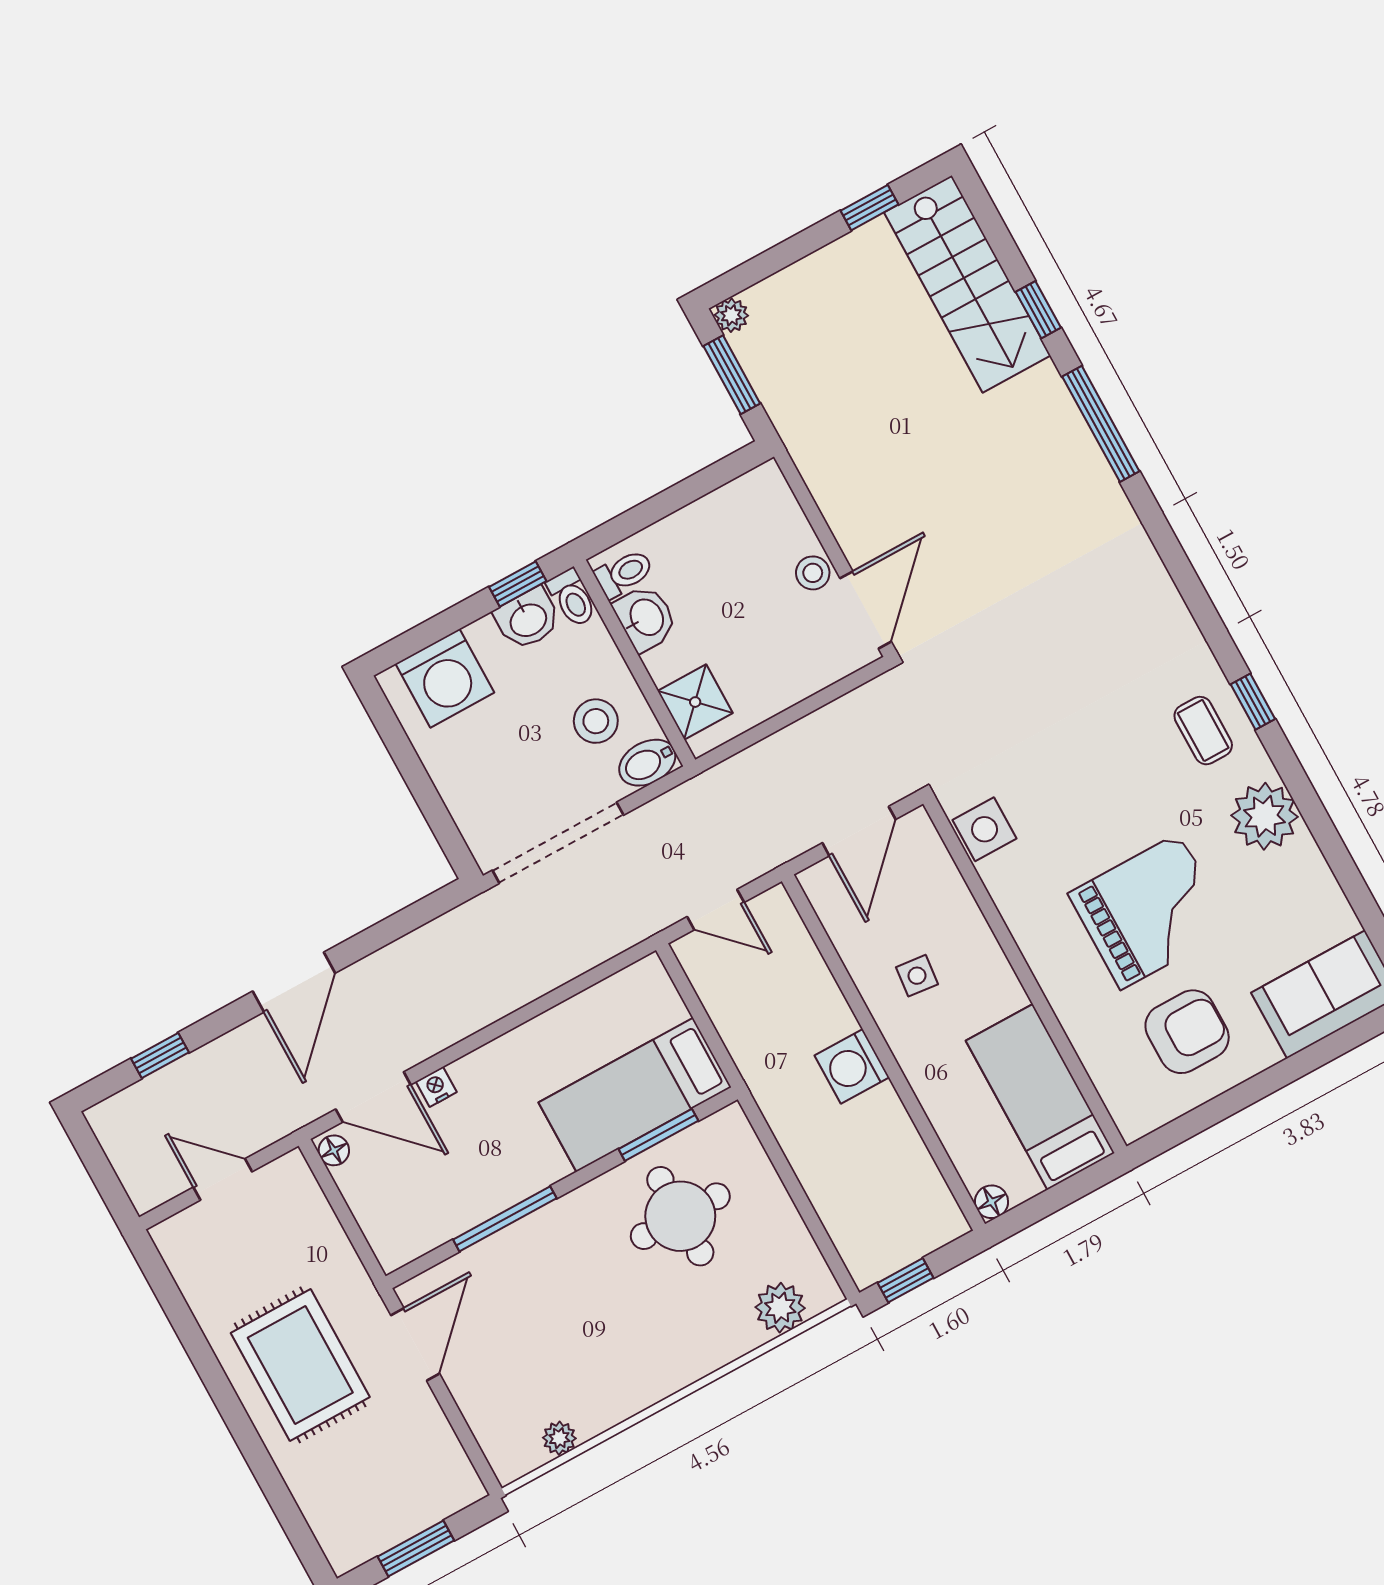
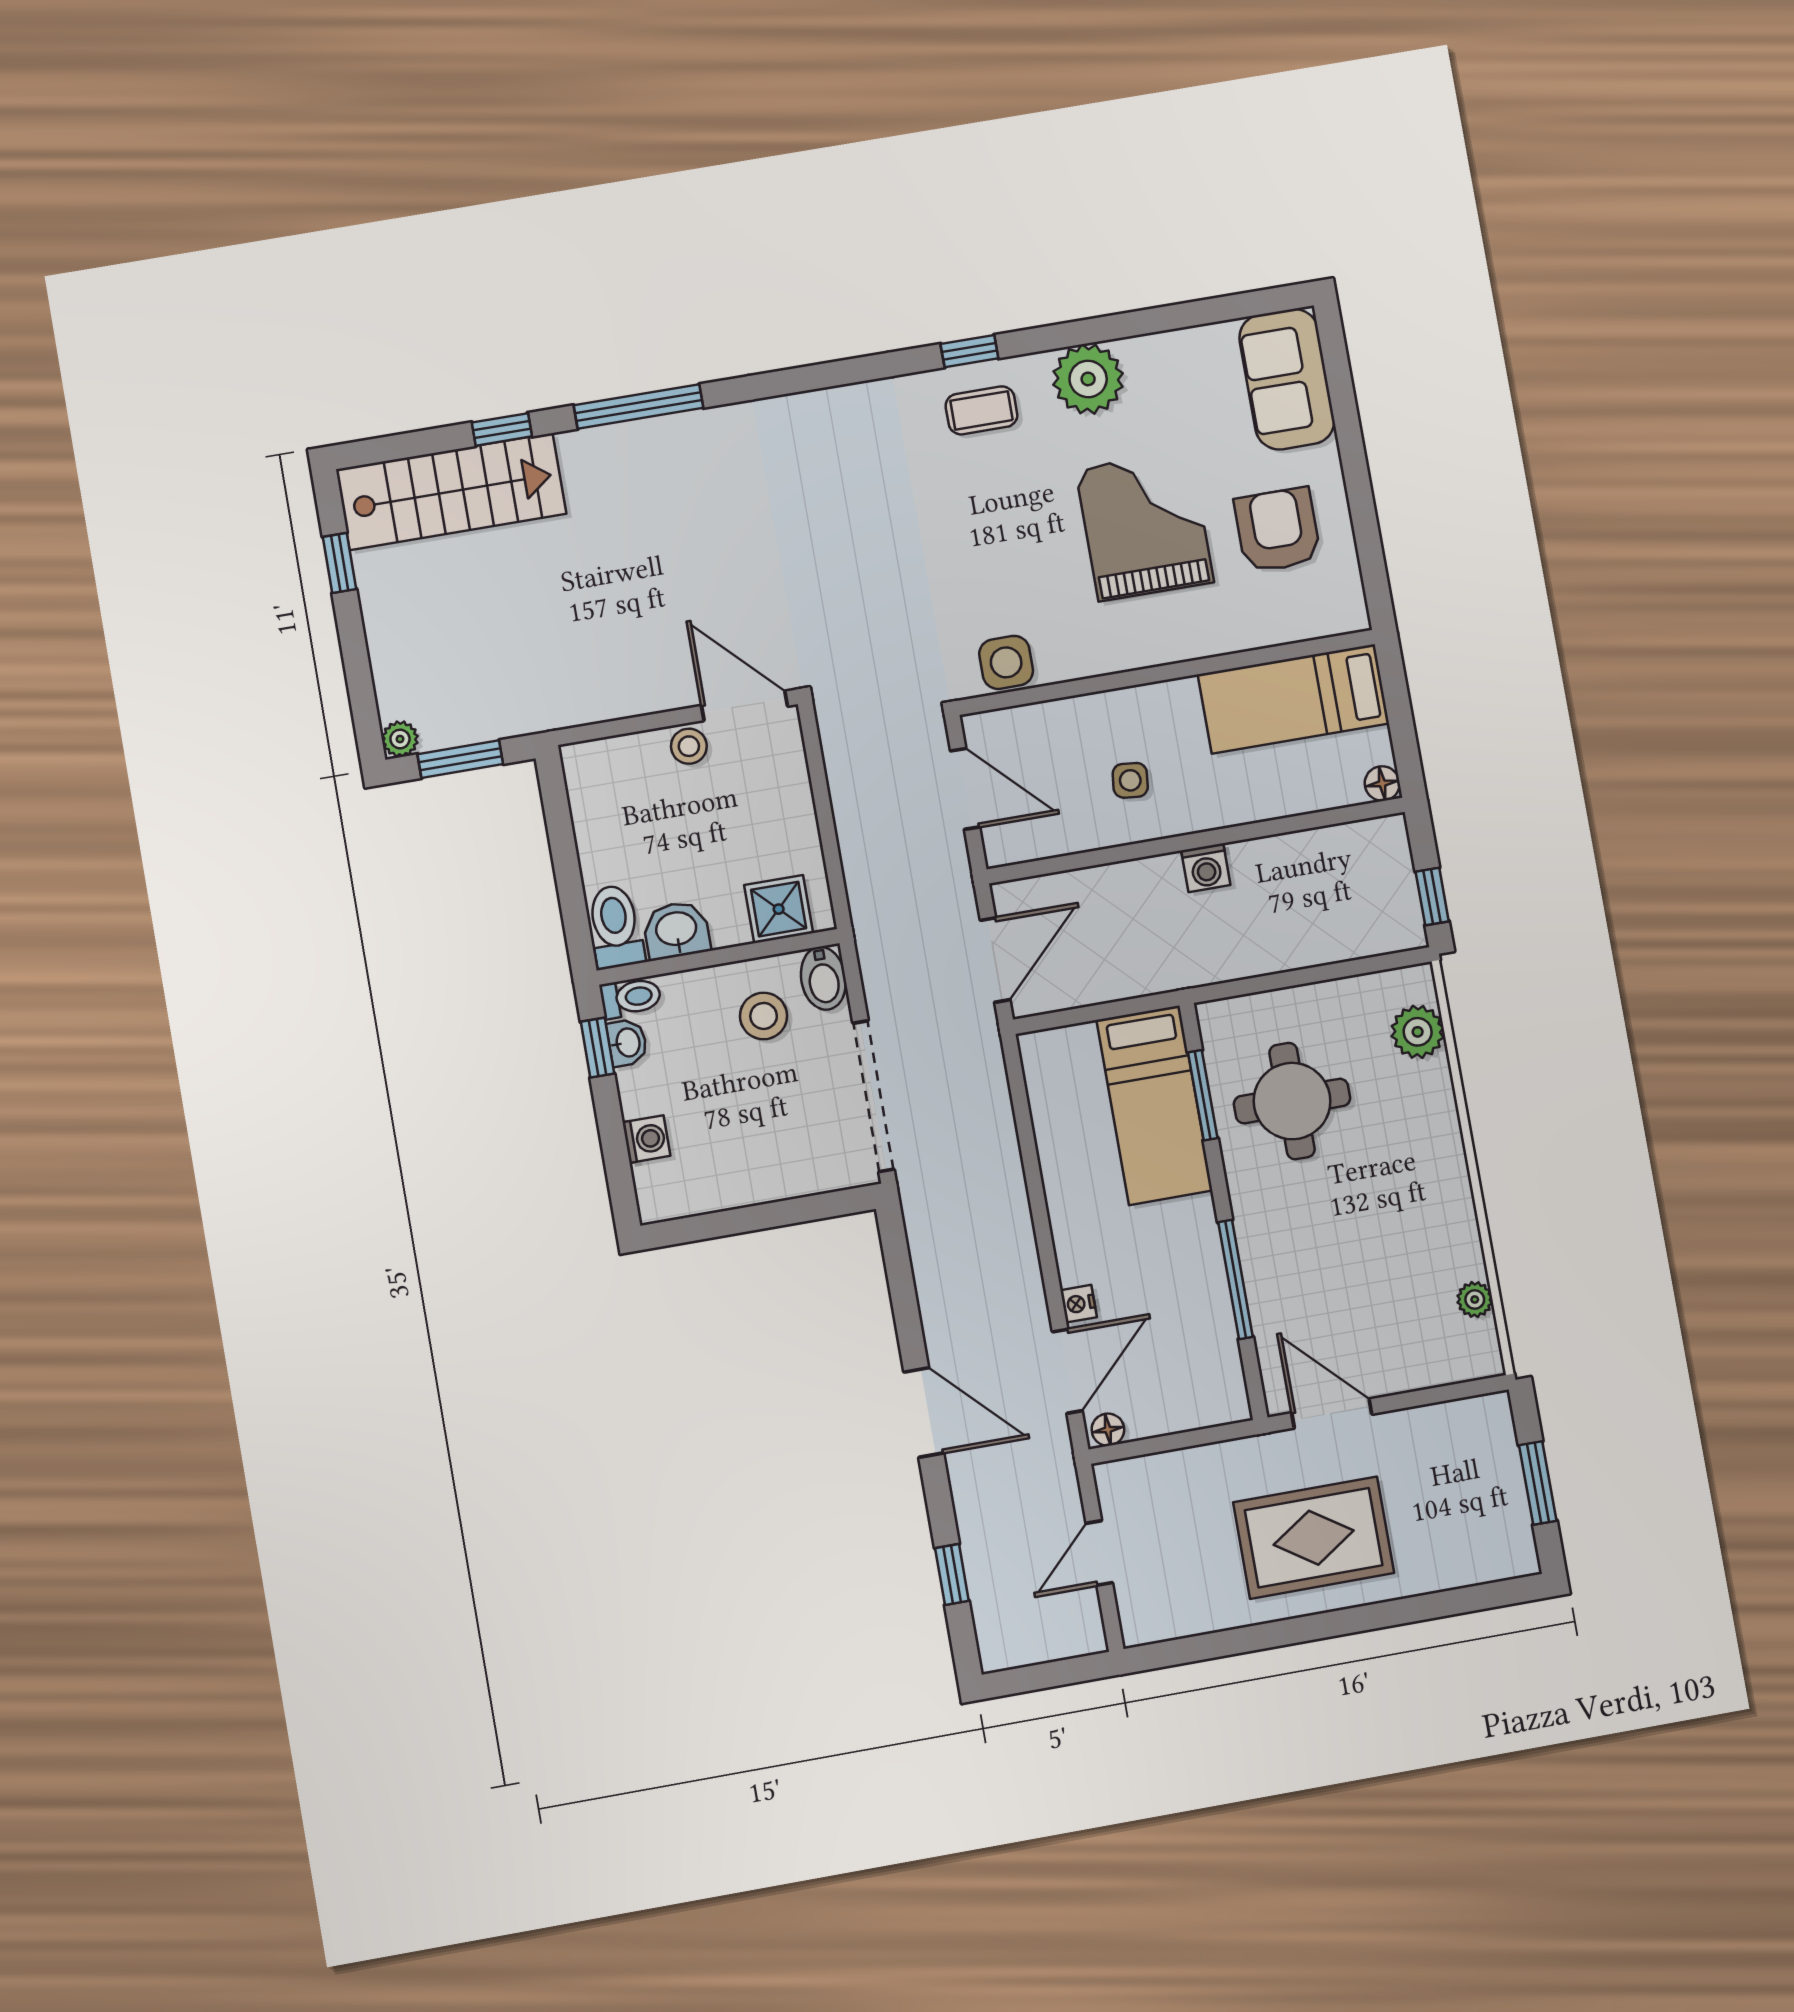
toilet: (624, 573) -> (615, 927), width x1.37, depth x1.39
washbasin: (528, 619) -> (627, 1043), width x0.72, depth x0.69
washing machine: (445, 678) -> (646, 1139), width x0.53, depth x0.53
door: (716, 910) -> (995, 960), width x1.38
washing machine: (852, 1066) -> (1206, 868), width x0.73, depth x0.73

